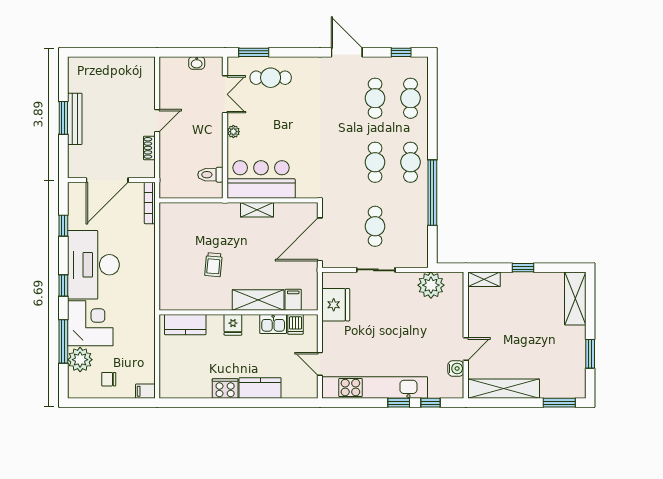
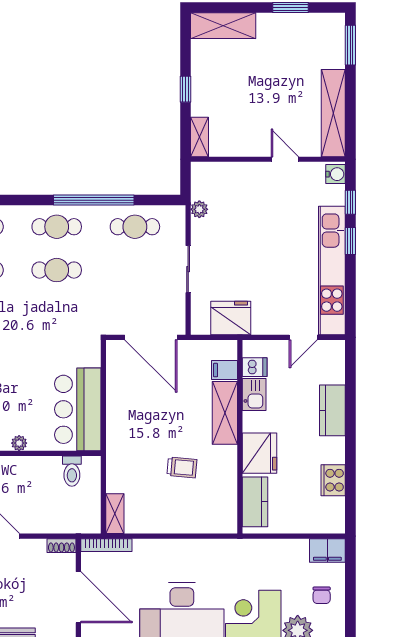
shoe rack: (149, 148) -> (61, 546), moved
shelving: (257, 210) -> (115, 514), moved
cafe table: (375, 226) -> (135, 227), moved
plant: (431, 285) -> (199, 209), width x0.53, depth x0.53
fridge: (233, 325) -> (260, 453), width x1.88, depth x1.34
water cooler: (456, 368) -> (336, 174), moved, turned 90
cooker: (225, 389) -> (333, 480), moved
filing cabinet: (145, 391) -> (327, 550), width x2.00

